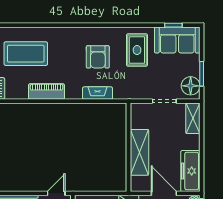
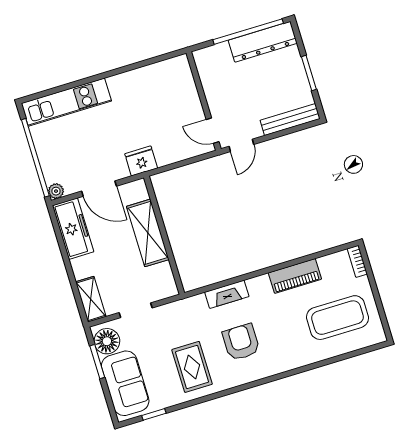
sofa: (177, 40) -> (125, 383), moved, turned 90

